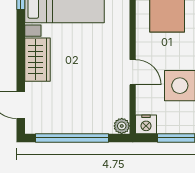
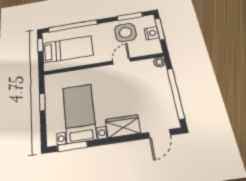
nightstand: (146, 124) -> (152, 33), moved

